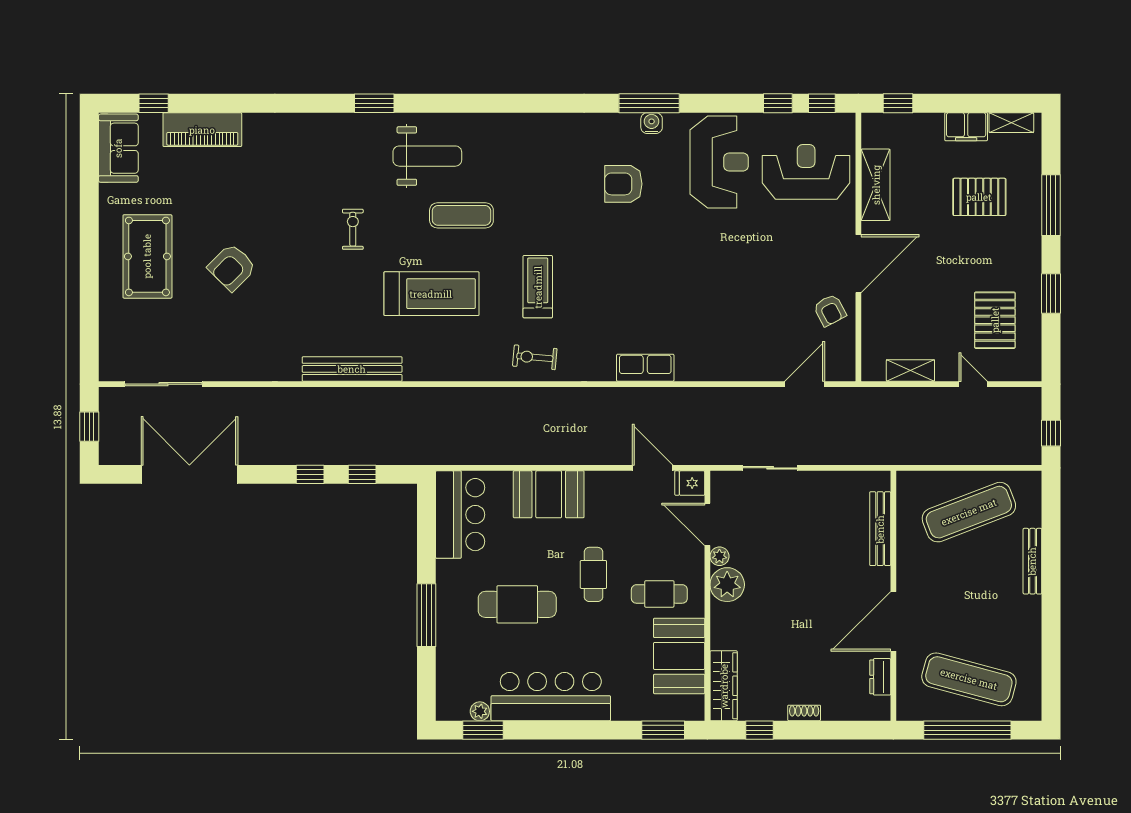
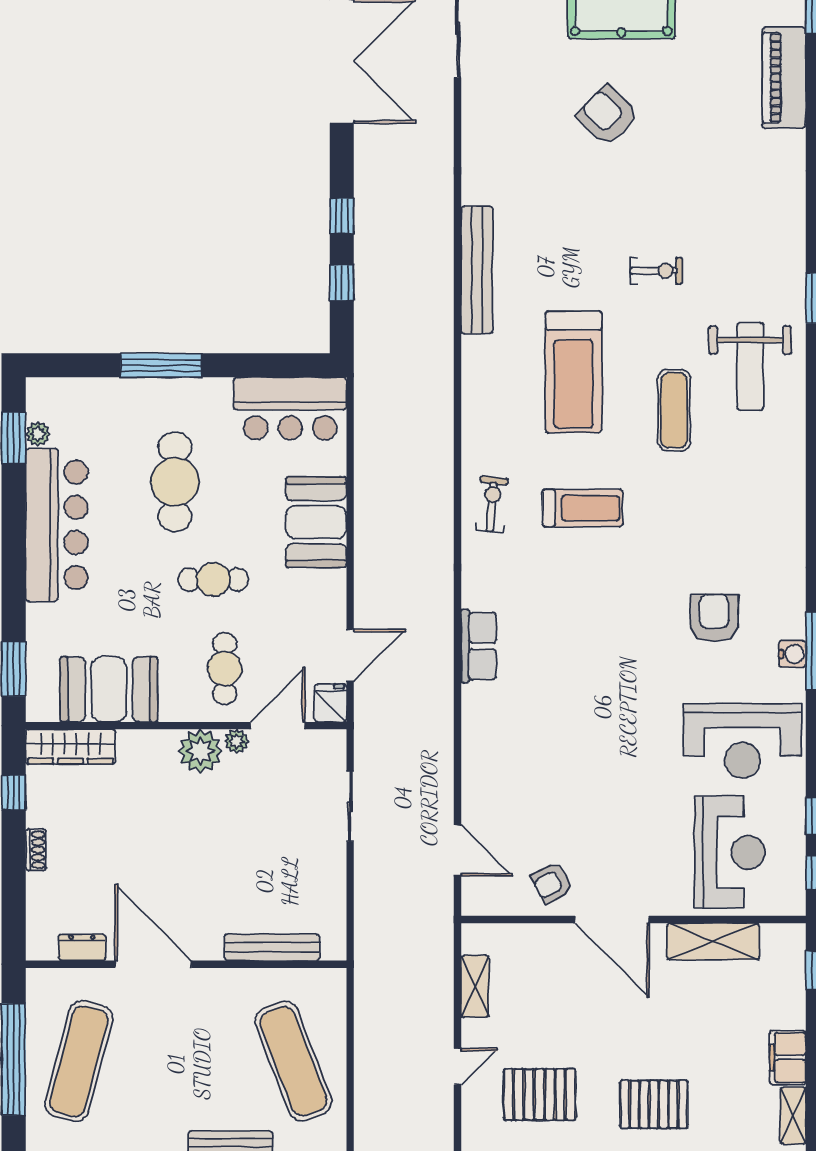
pallet: (979, 197) -> (654, 1104), moved, turned 90
cafe table: (659, 594) -> (225, 669), moved

